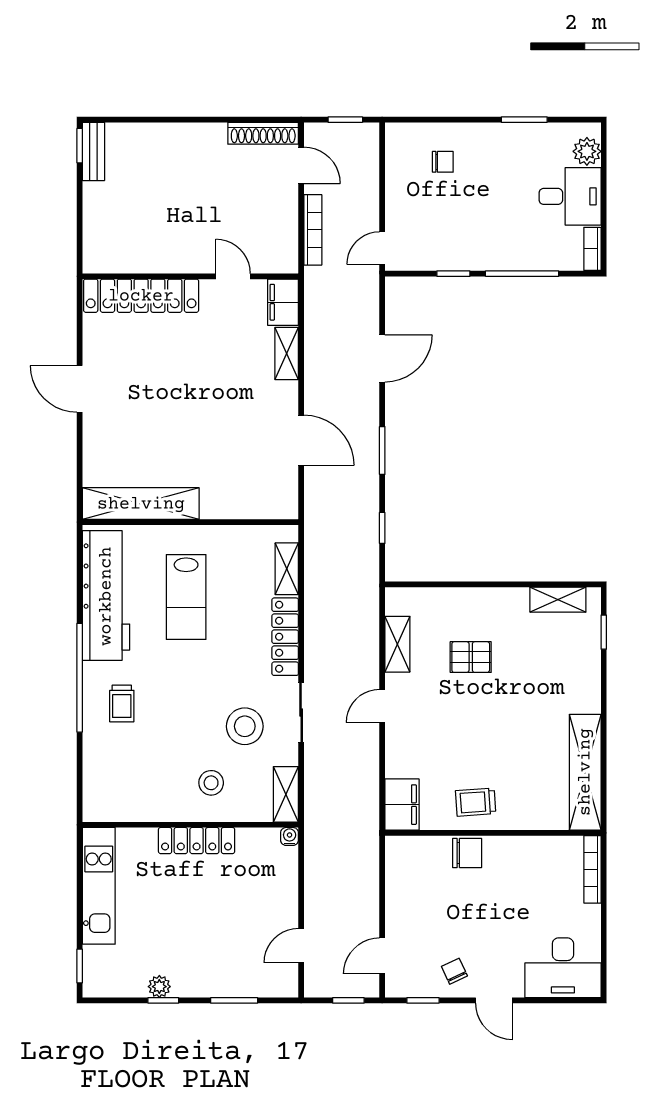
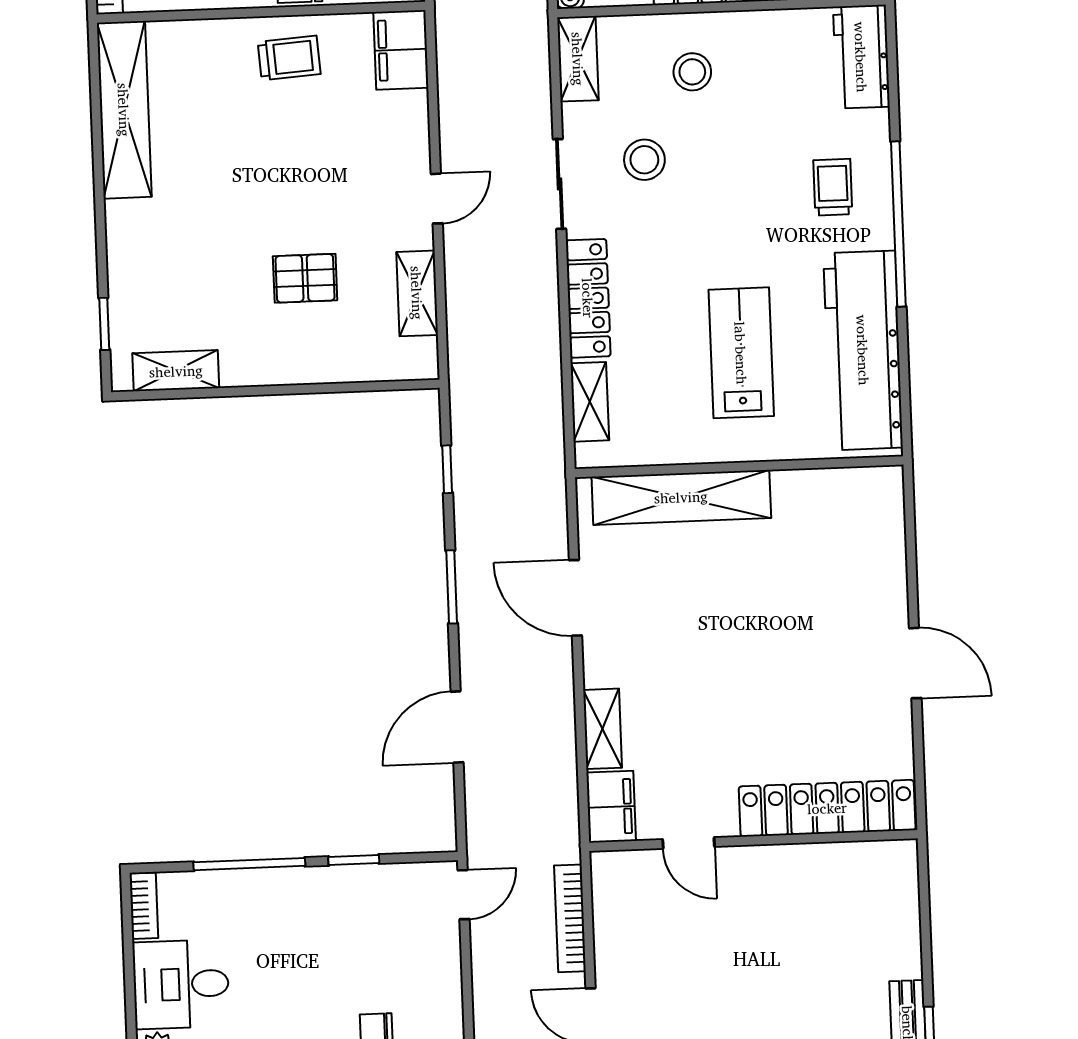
shelving: (141, 504) -> (681, 497), moved
stool: (245, 726) -> (644, 160), width x0.73, depth x0.73
workbench: (100, 788) -> (861, 57), added

